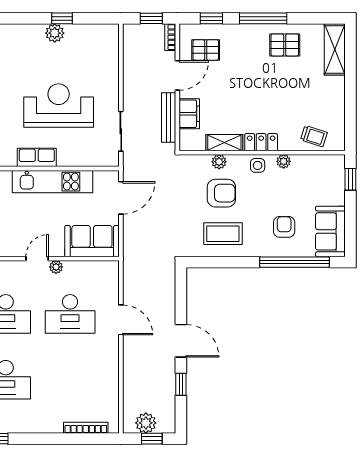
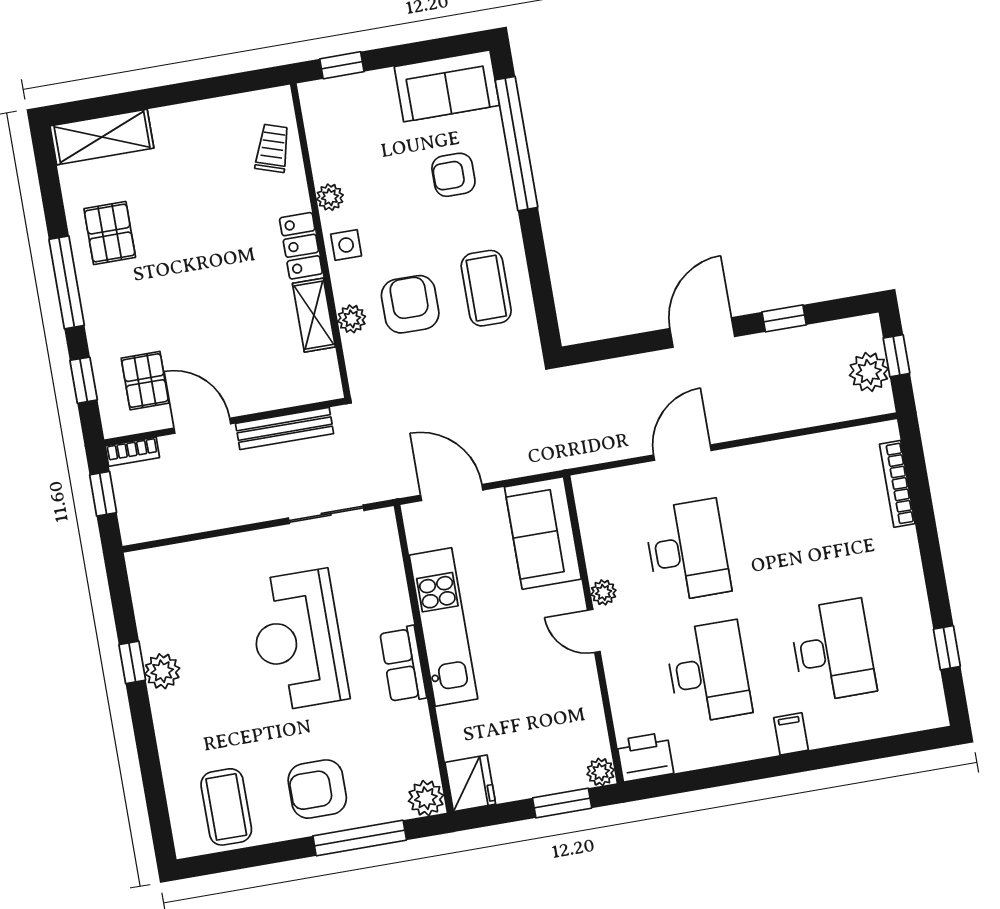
filing cabinet: (189, 114) -> (271, 391), removed

